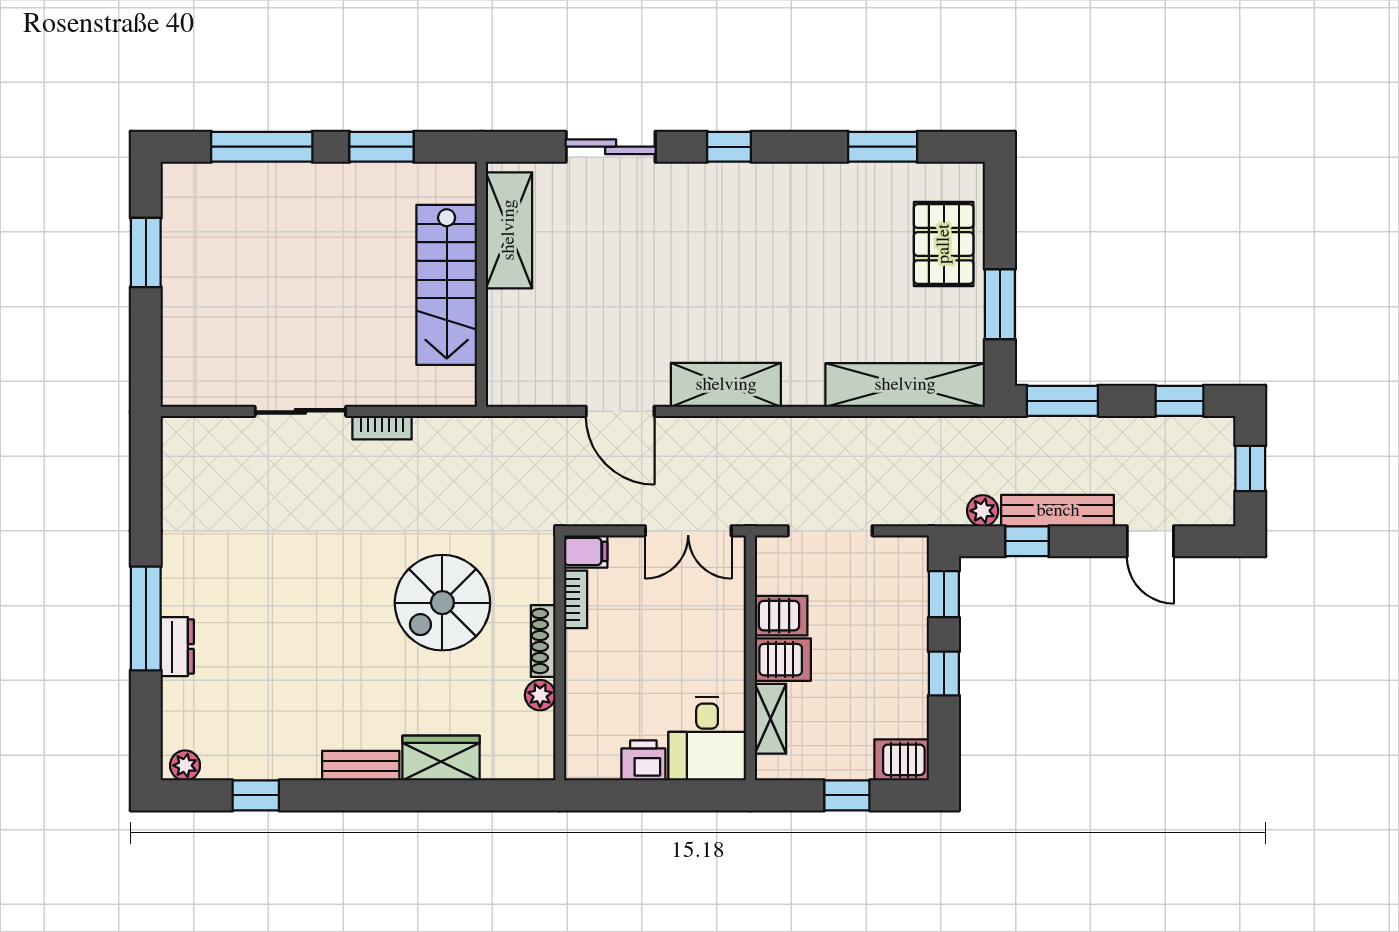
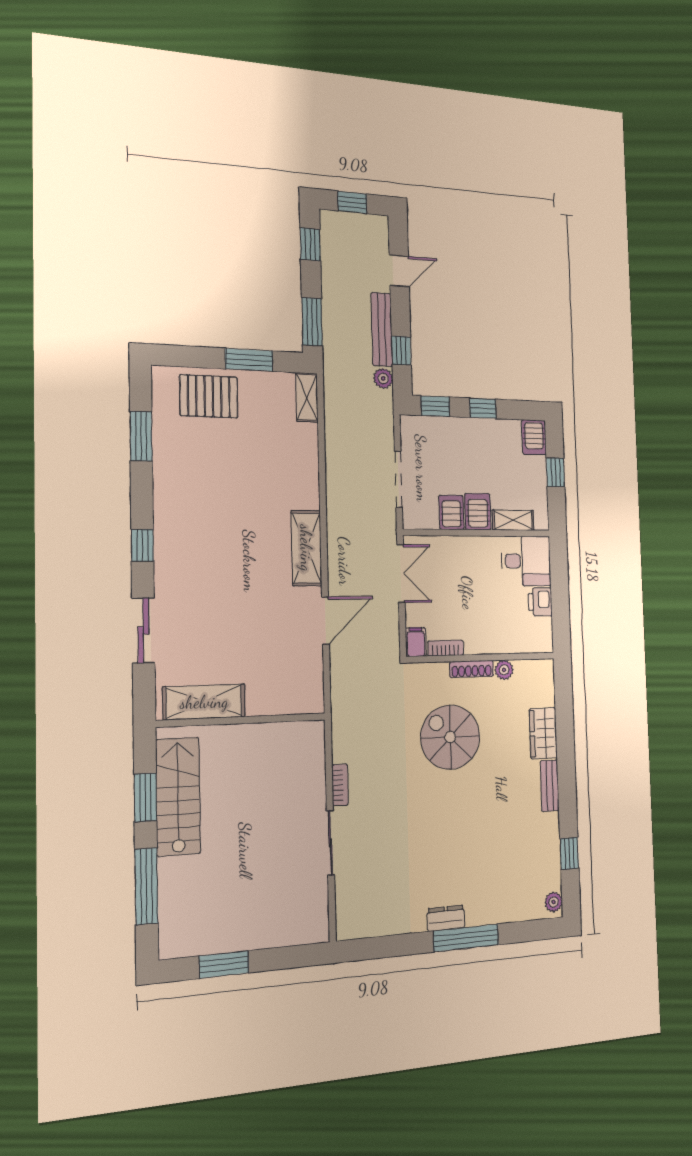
stairs: (447, 285) -> (178, 796), moved, turned -90
shelving: (905, 385) -> (307, 397), width x0.45, depth x0.75
spiral stairs: (442, 603) -> (450, 737), turned 180
dresser: (177, 647) -> (446, 918), moved

